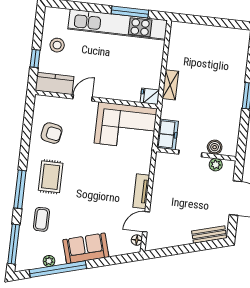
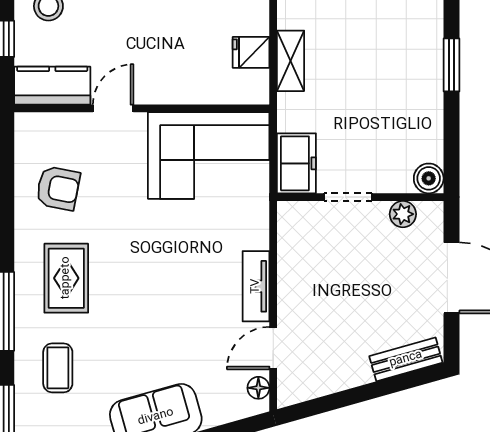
fridge: (150, 96) -> (251, 52), moved
boiler: (215, 147) -> (429, 178), moved

